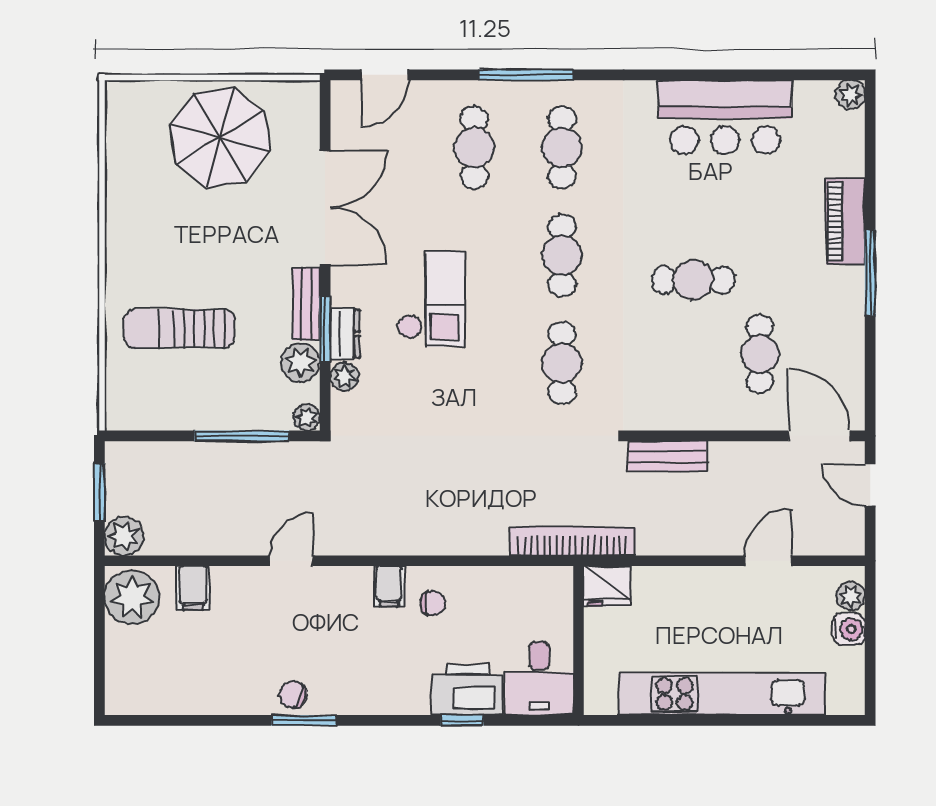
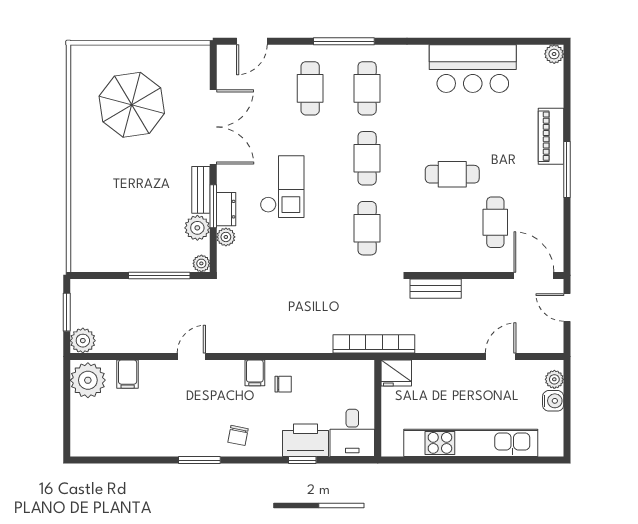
parasol: (220, 138) -> (132, 105), moved
sun lounger: (179, 329) -> (119, 206), removed
chair: (293, 695) -> (238, 435), moved, turned -98

